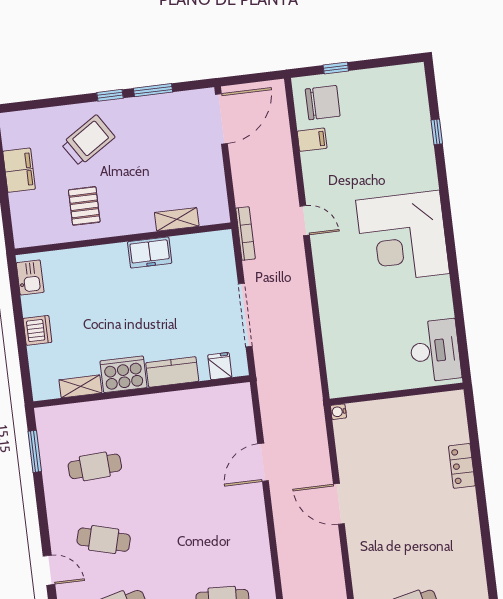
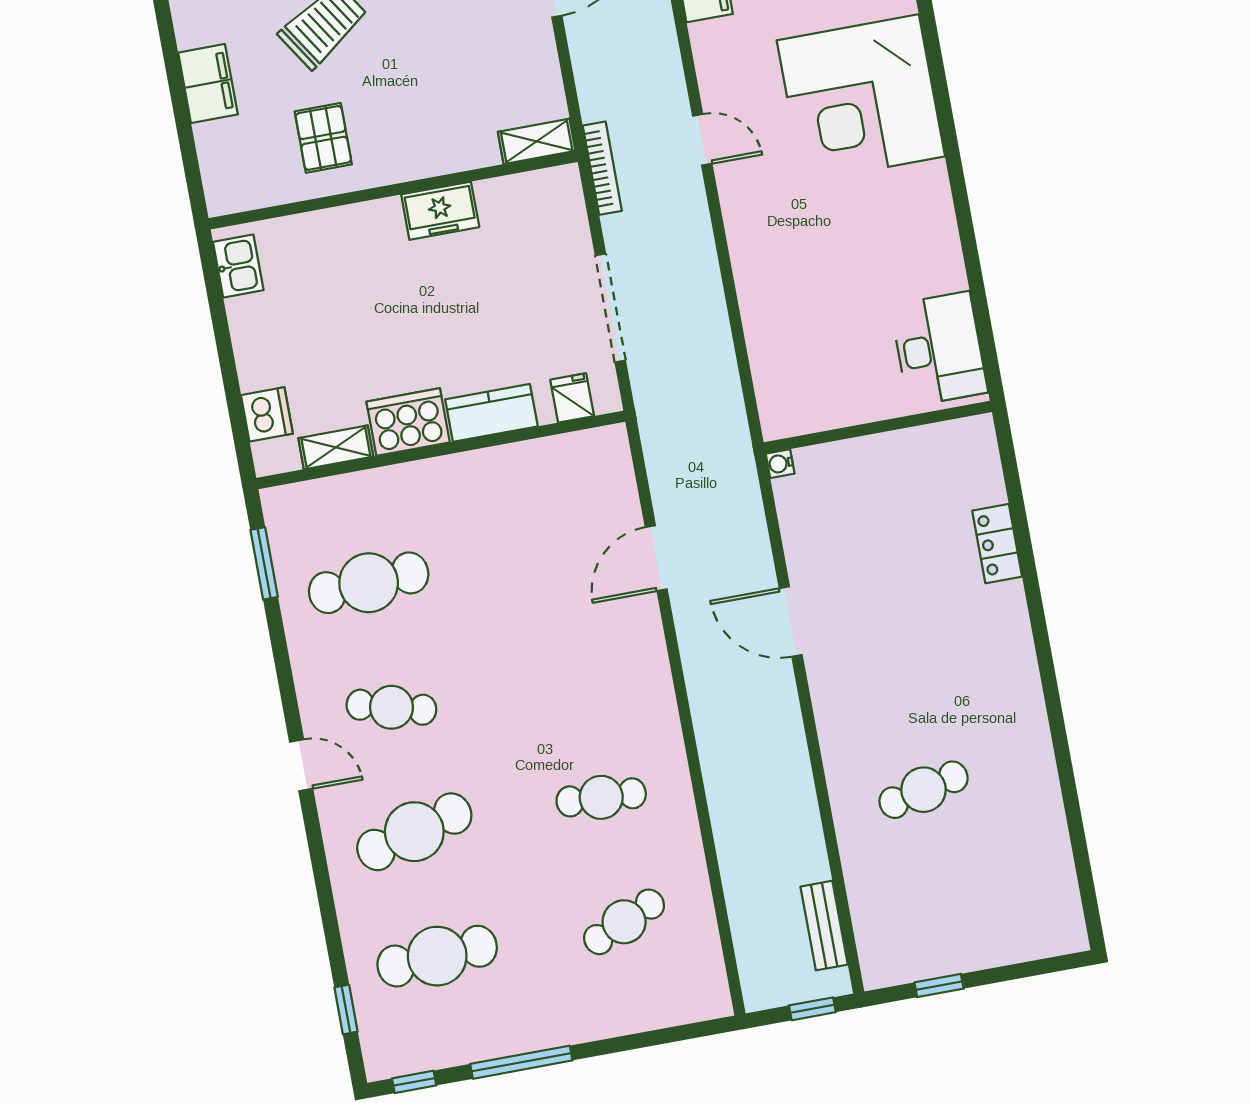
shelving: (177, 219) -> (537, 141), moved
corner desk: (403, 237) -> (861, 98), moved
dishwasher: (37, 330) -> (267, 414), moved
cafe table: (95, 466) -> (369, 583), width x1.37, depth x1.35

